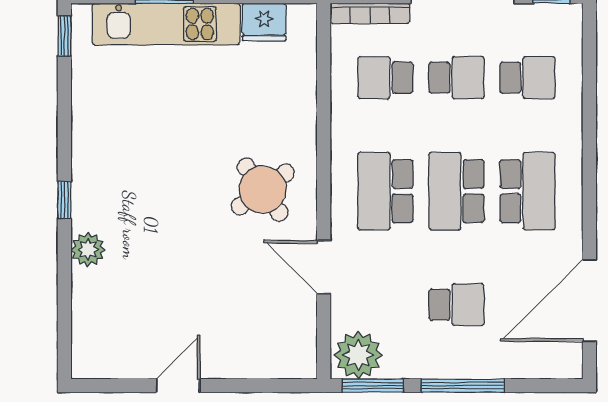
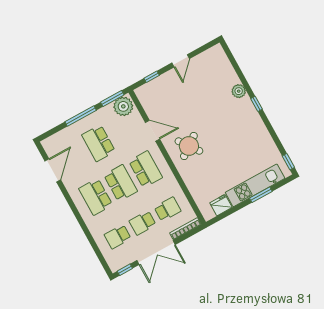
door: (589, 300) -> (53, 170), width x0.73
school desk: (456, 305) -> (99, 143), width x1.85
window: (260, 386) -> (152, 77), added

